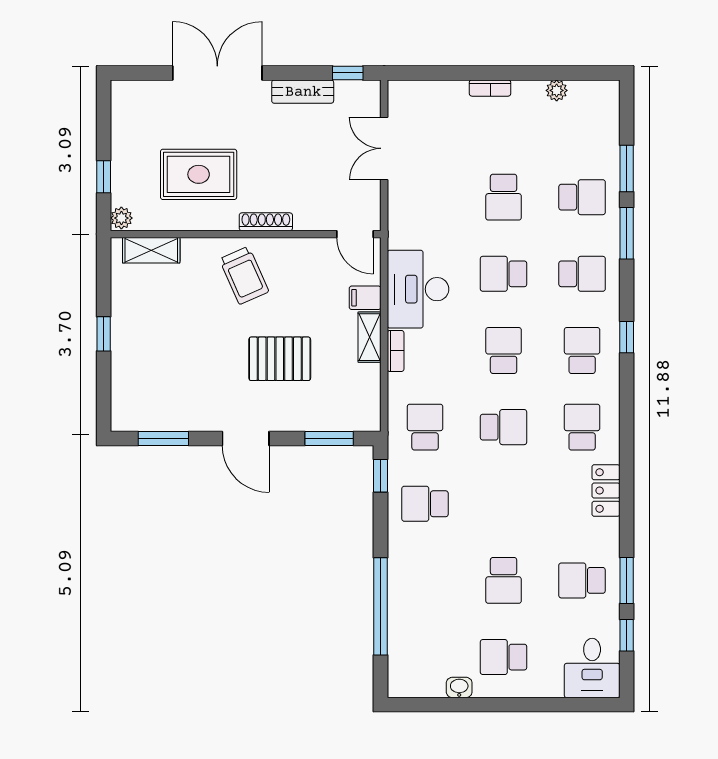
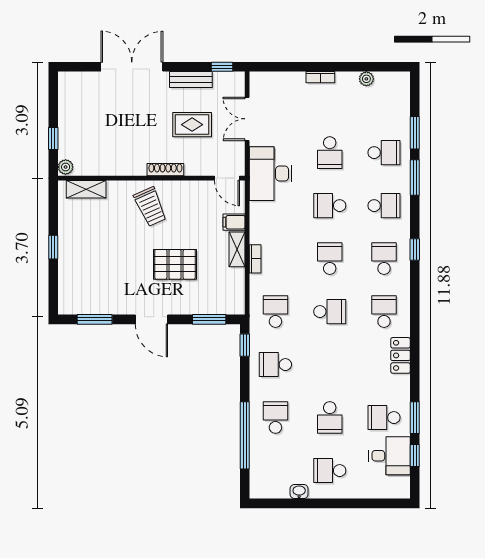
rug: (199, 174) -> (192, 125), moved, width x0.73, depth x0.70
desk: (418, 289) -> (271, 174), moved
school desk: (425, 580) -> (275, 418), added
desk: (592, 668) -> (389, 456), moved, turned -90

